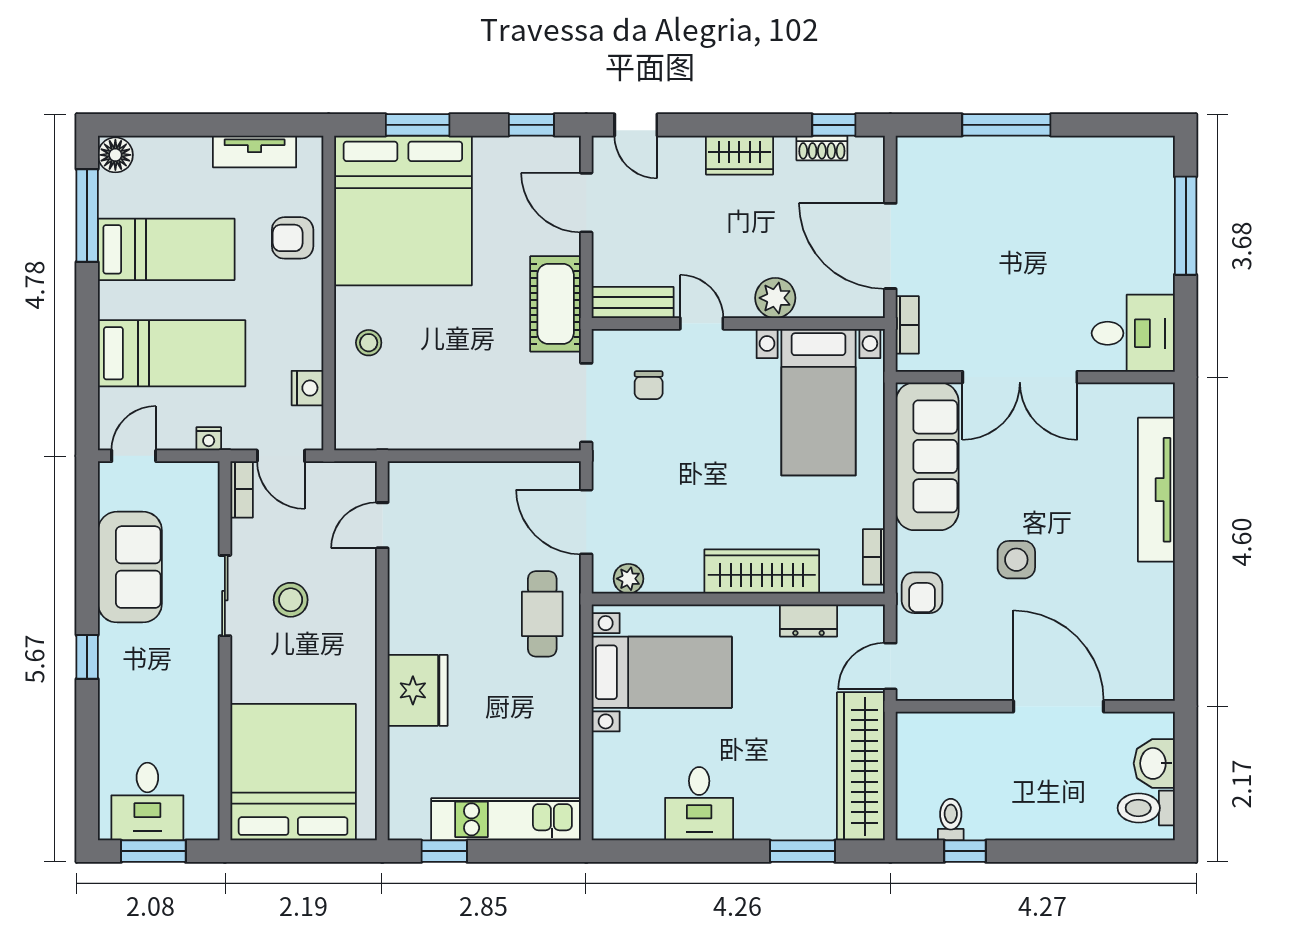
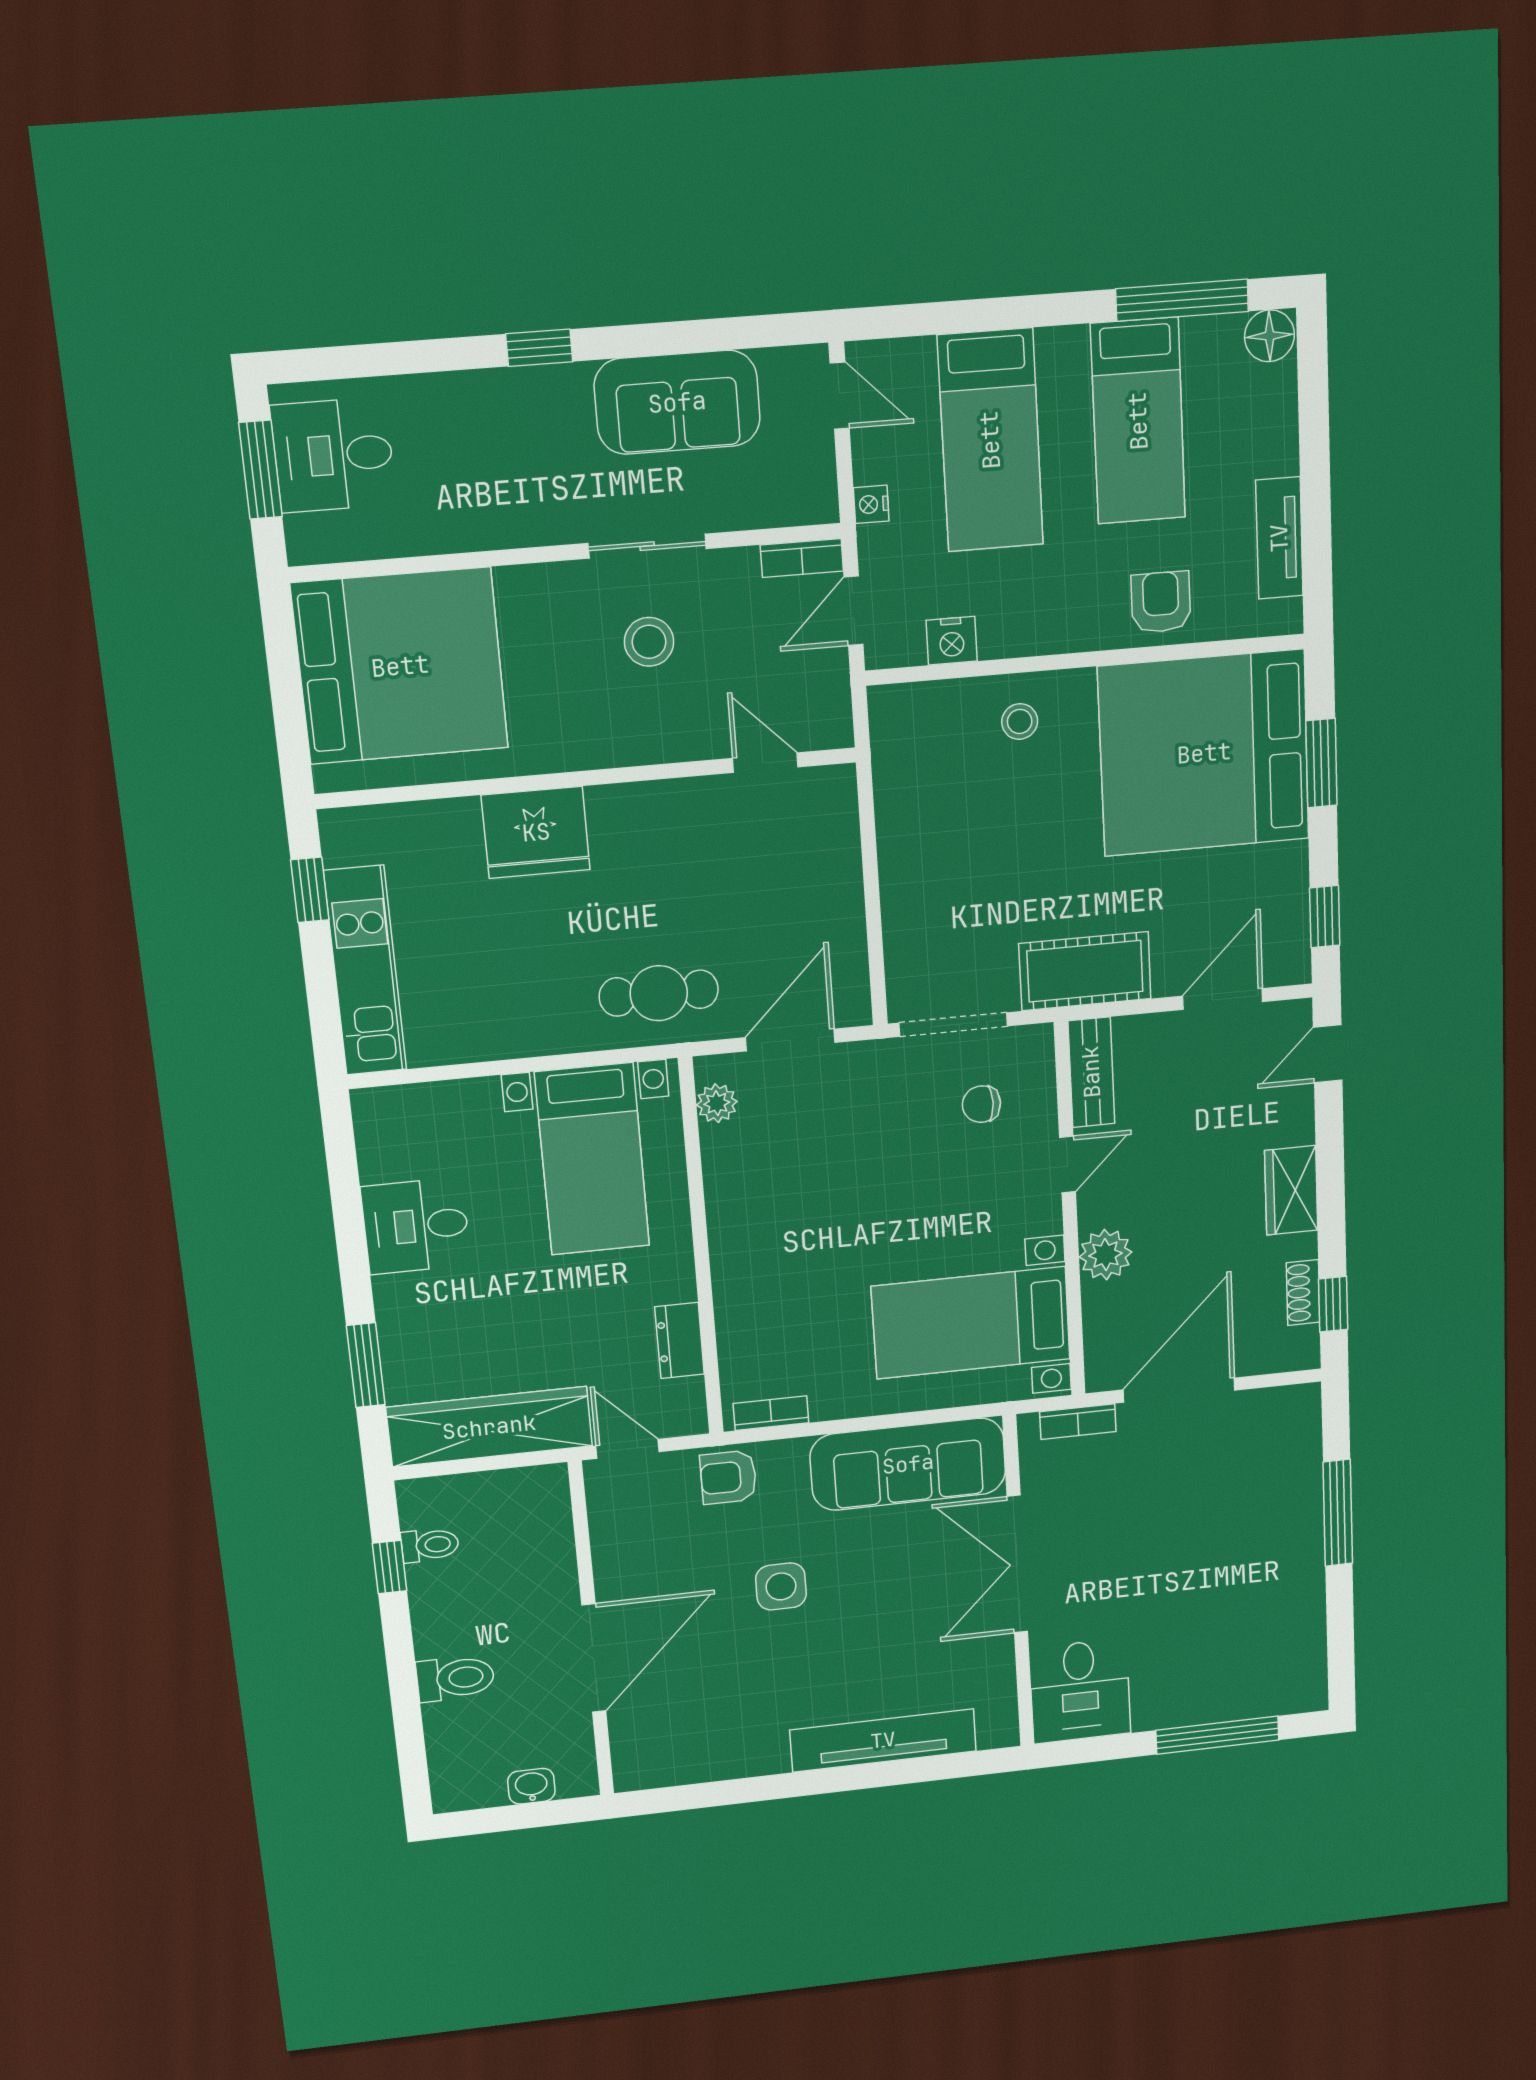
wardrobe: (762, 571) -> (741, 1274), removed
washbasin: (1154, 763) -> (531, 1786), width x0.72, depth x0.69
toilet: (1146, 808) -> (455, 1678), moved, turned 90

